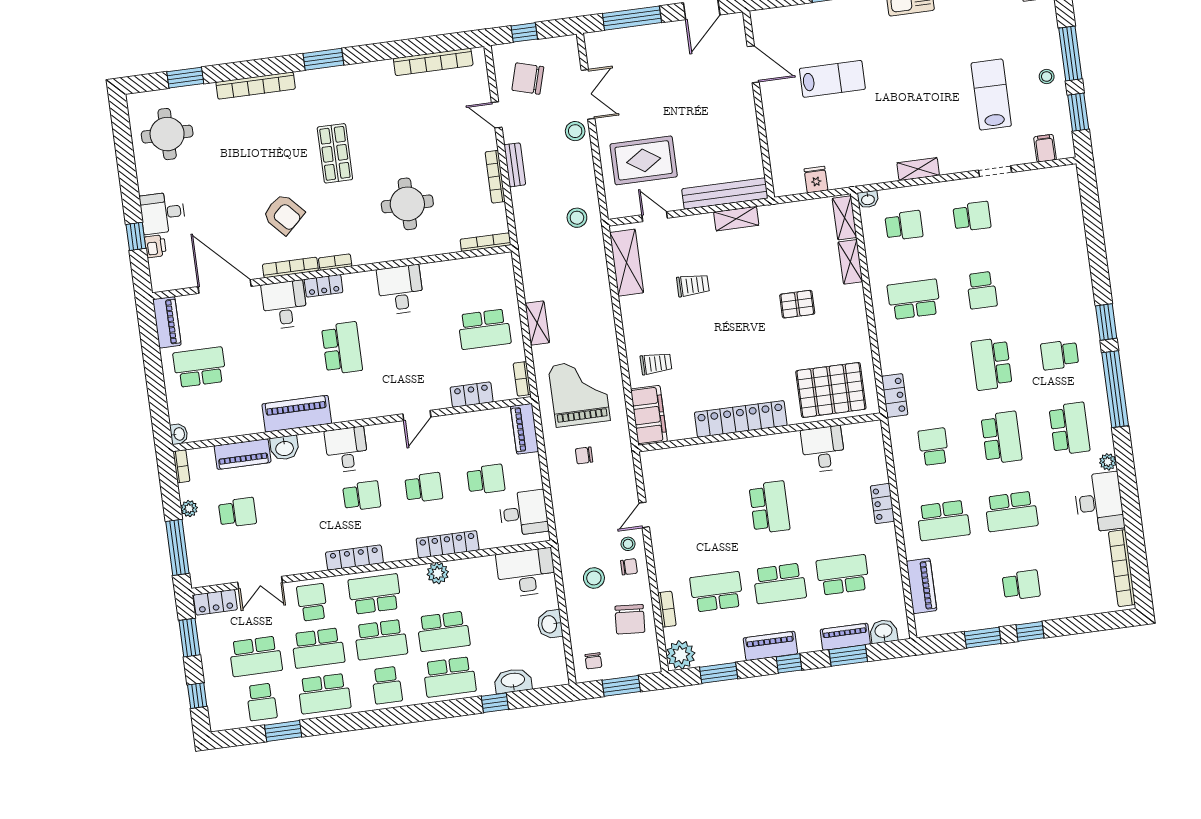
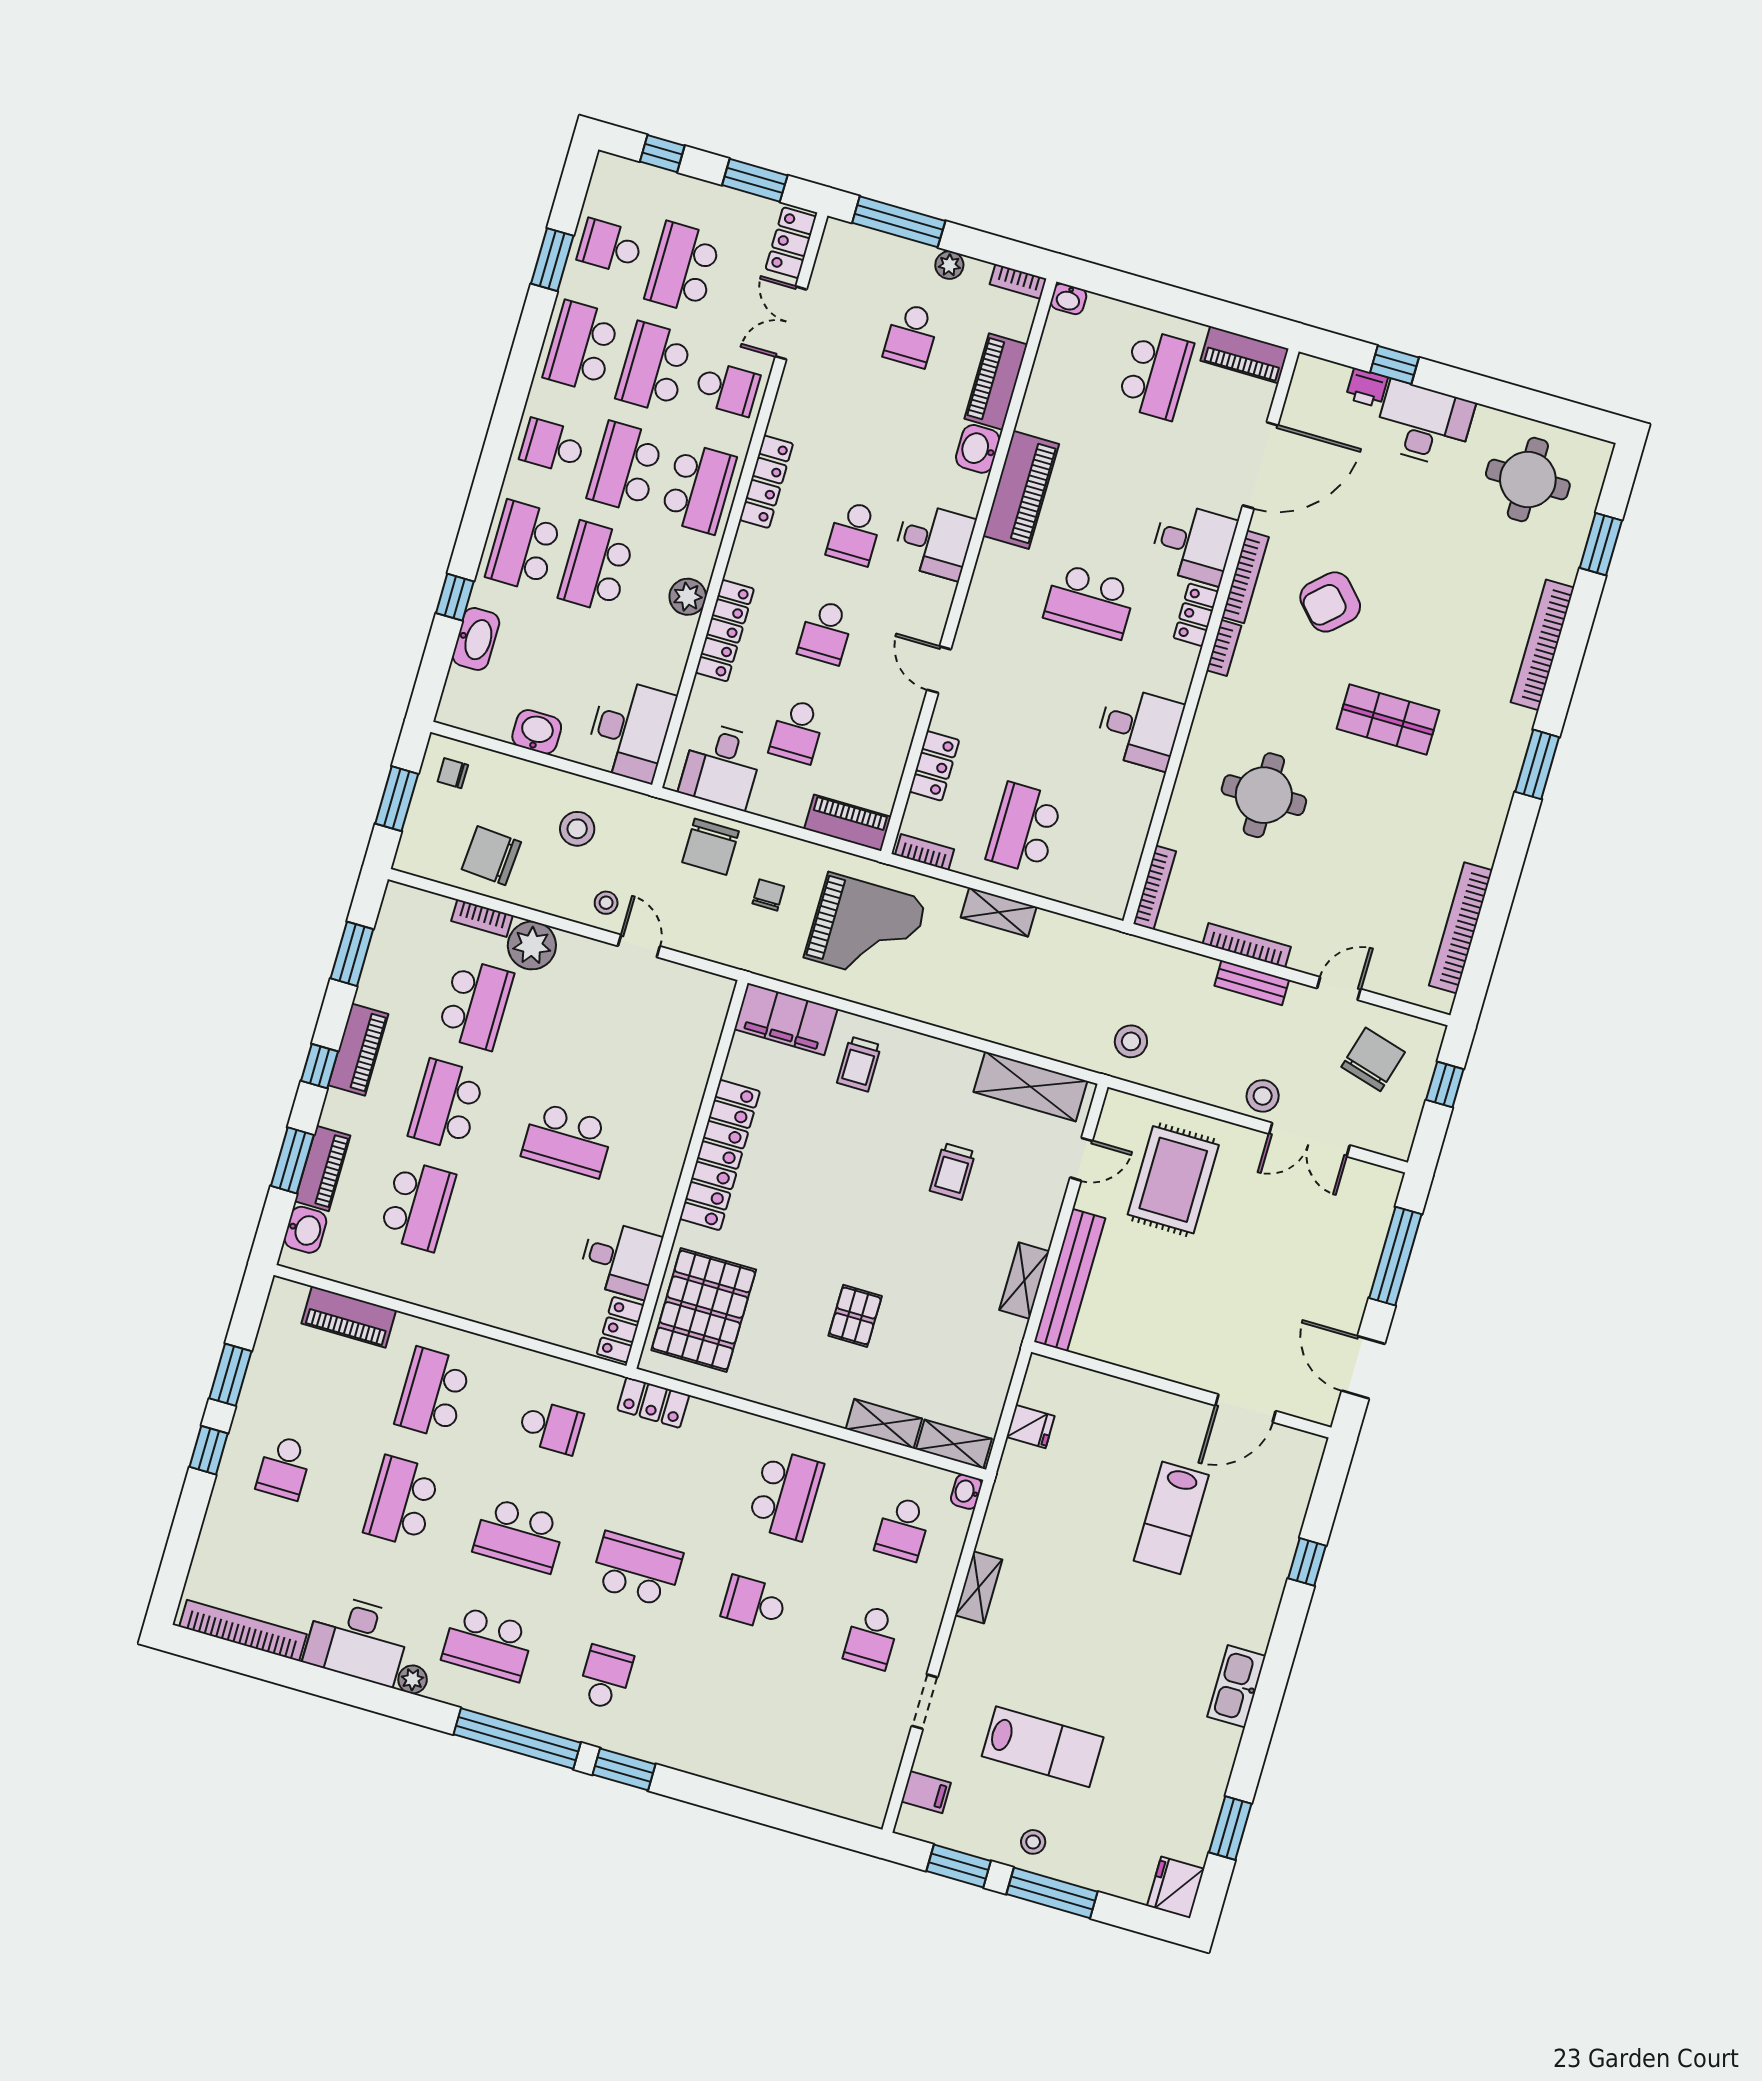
desk: (163, 213) -> (1424, 424), width x1.37
locker: (882, 504) -> (620, 1330), moved, turned -90
chair: (629, 567) -> (711, 847), moved, width x1.87, depth x1.87
plant: (681, 655) -> (532, 945), moved

